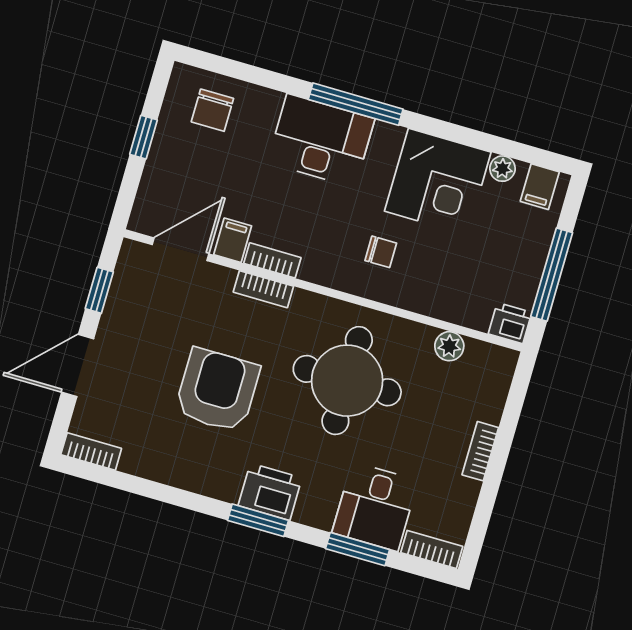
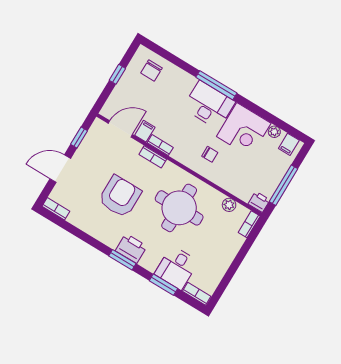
desk: (321, 141) -> (209, 105), moved
bookcase: (480, 451) -> (249, 224), moved

